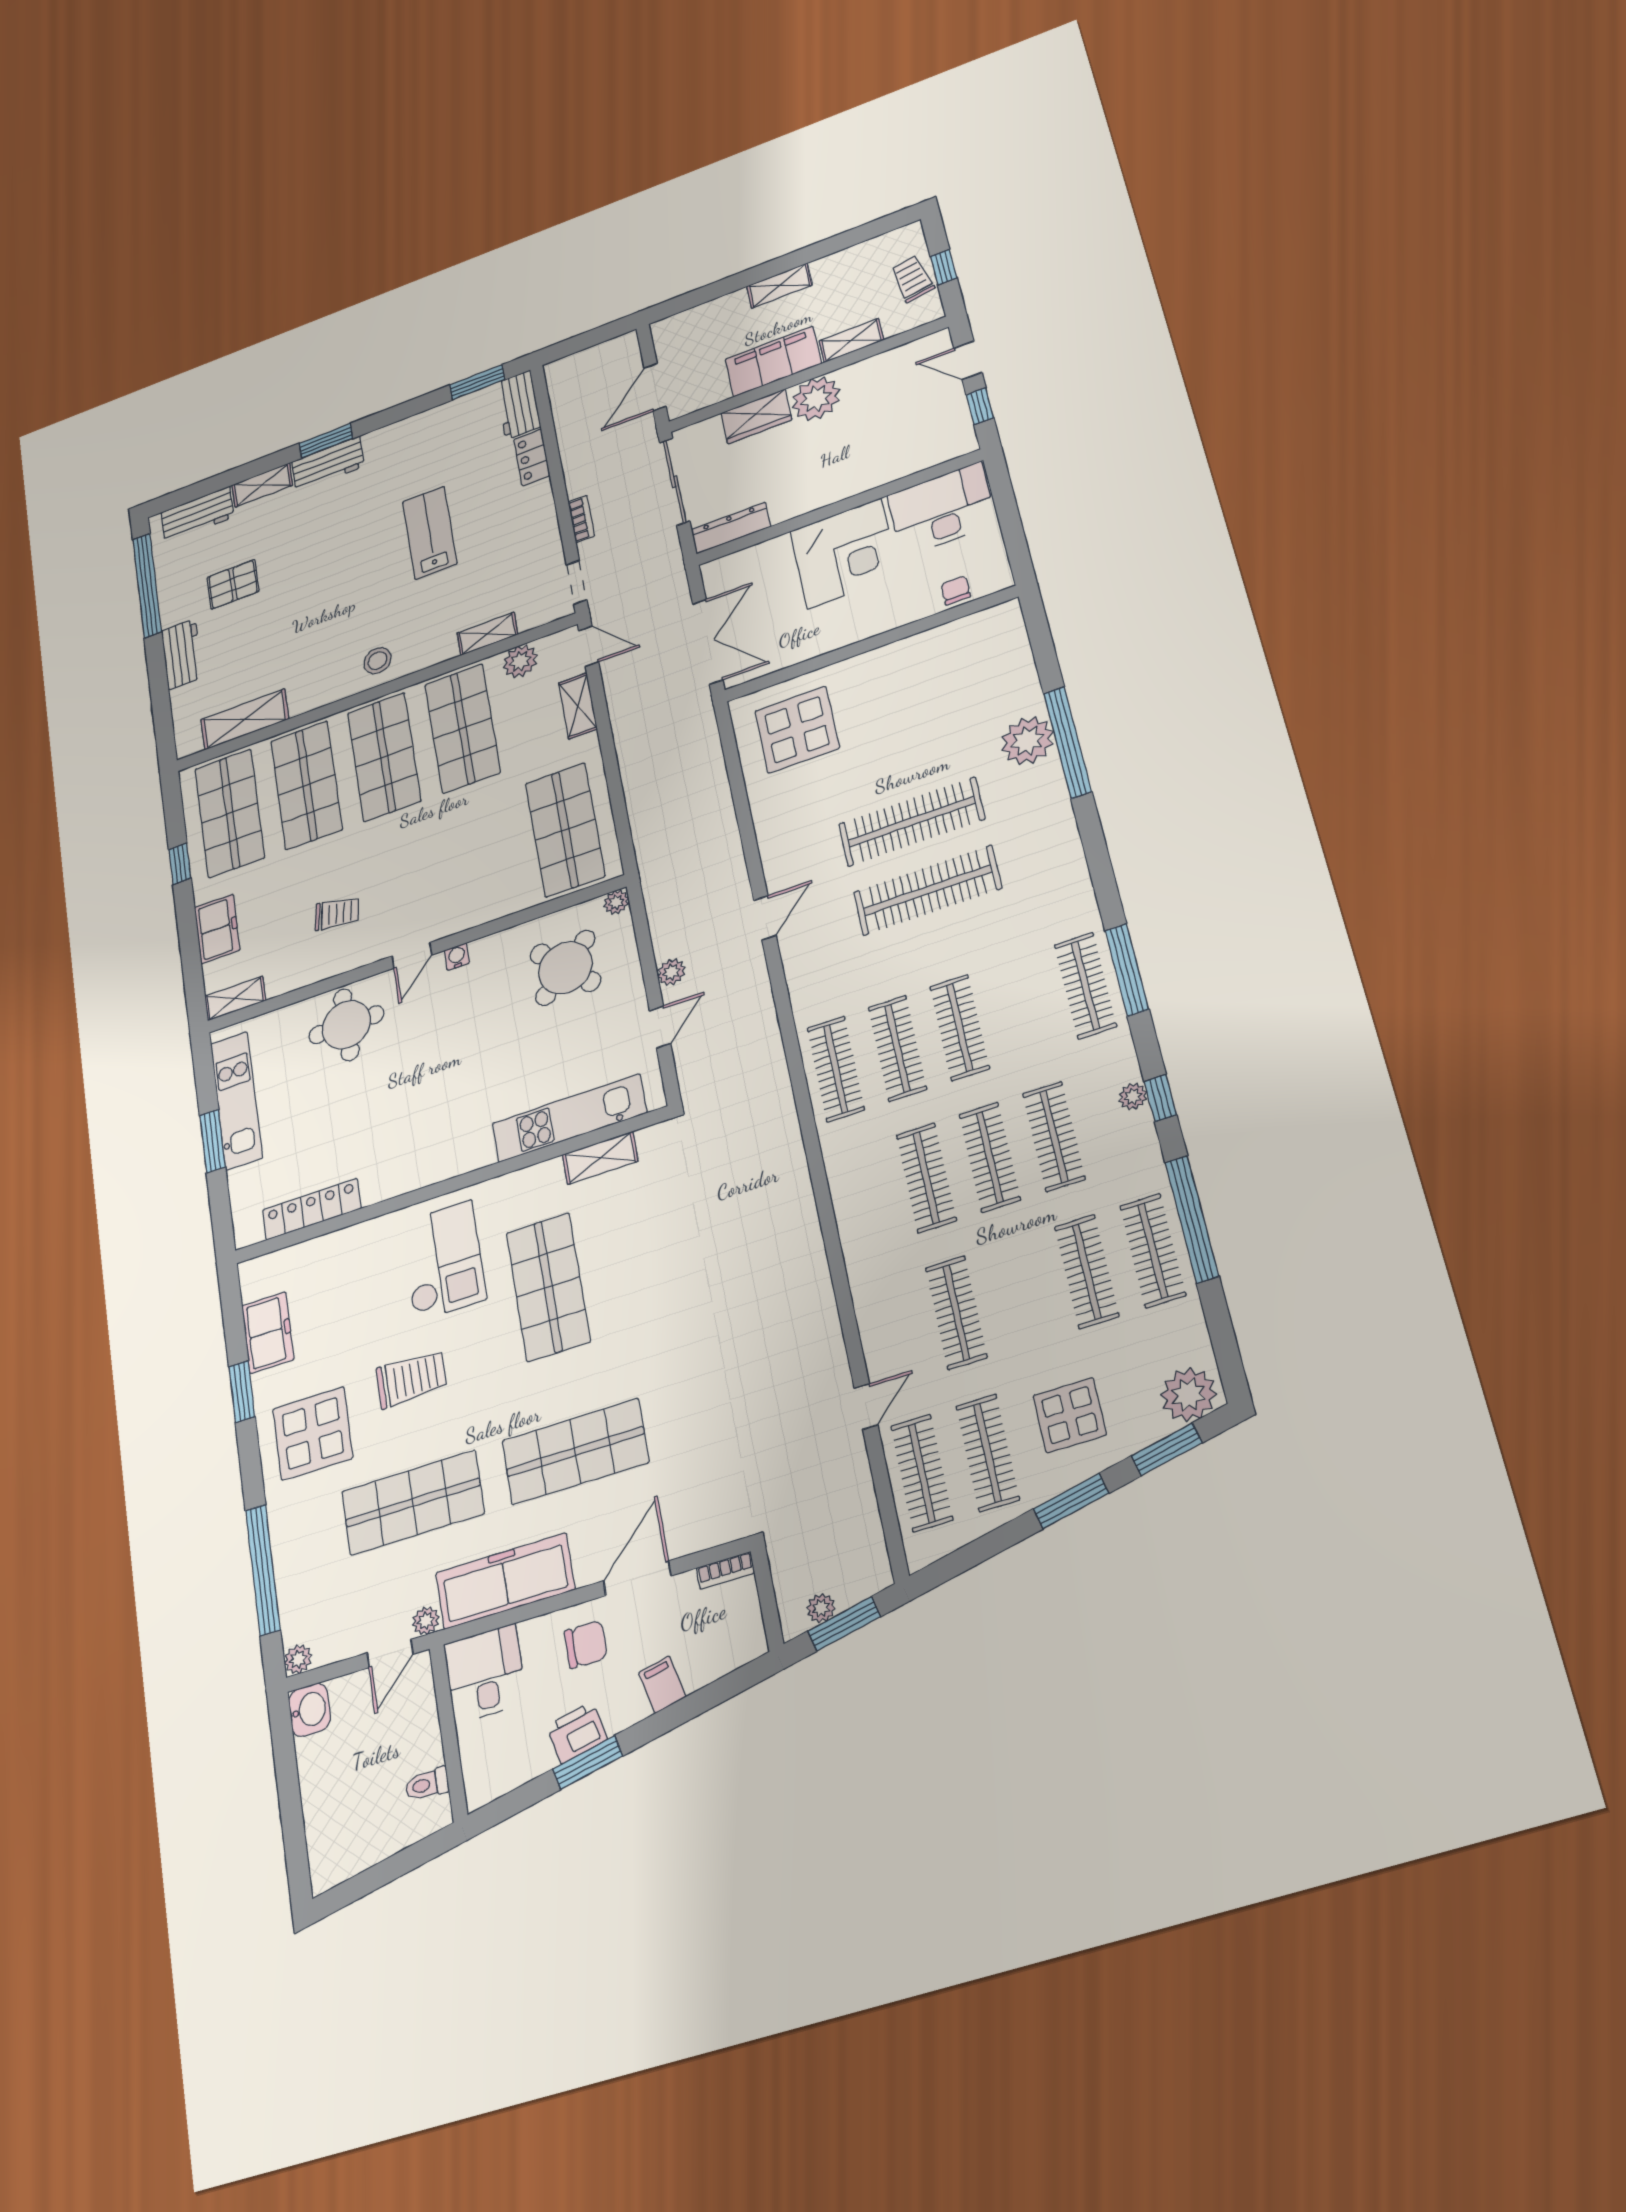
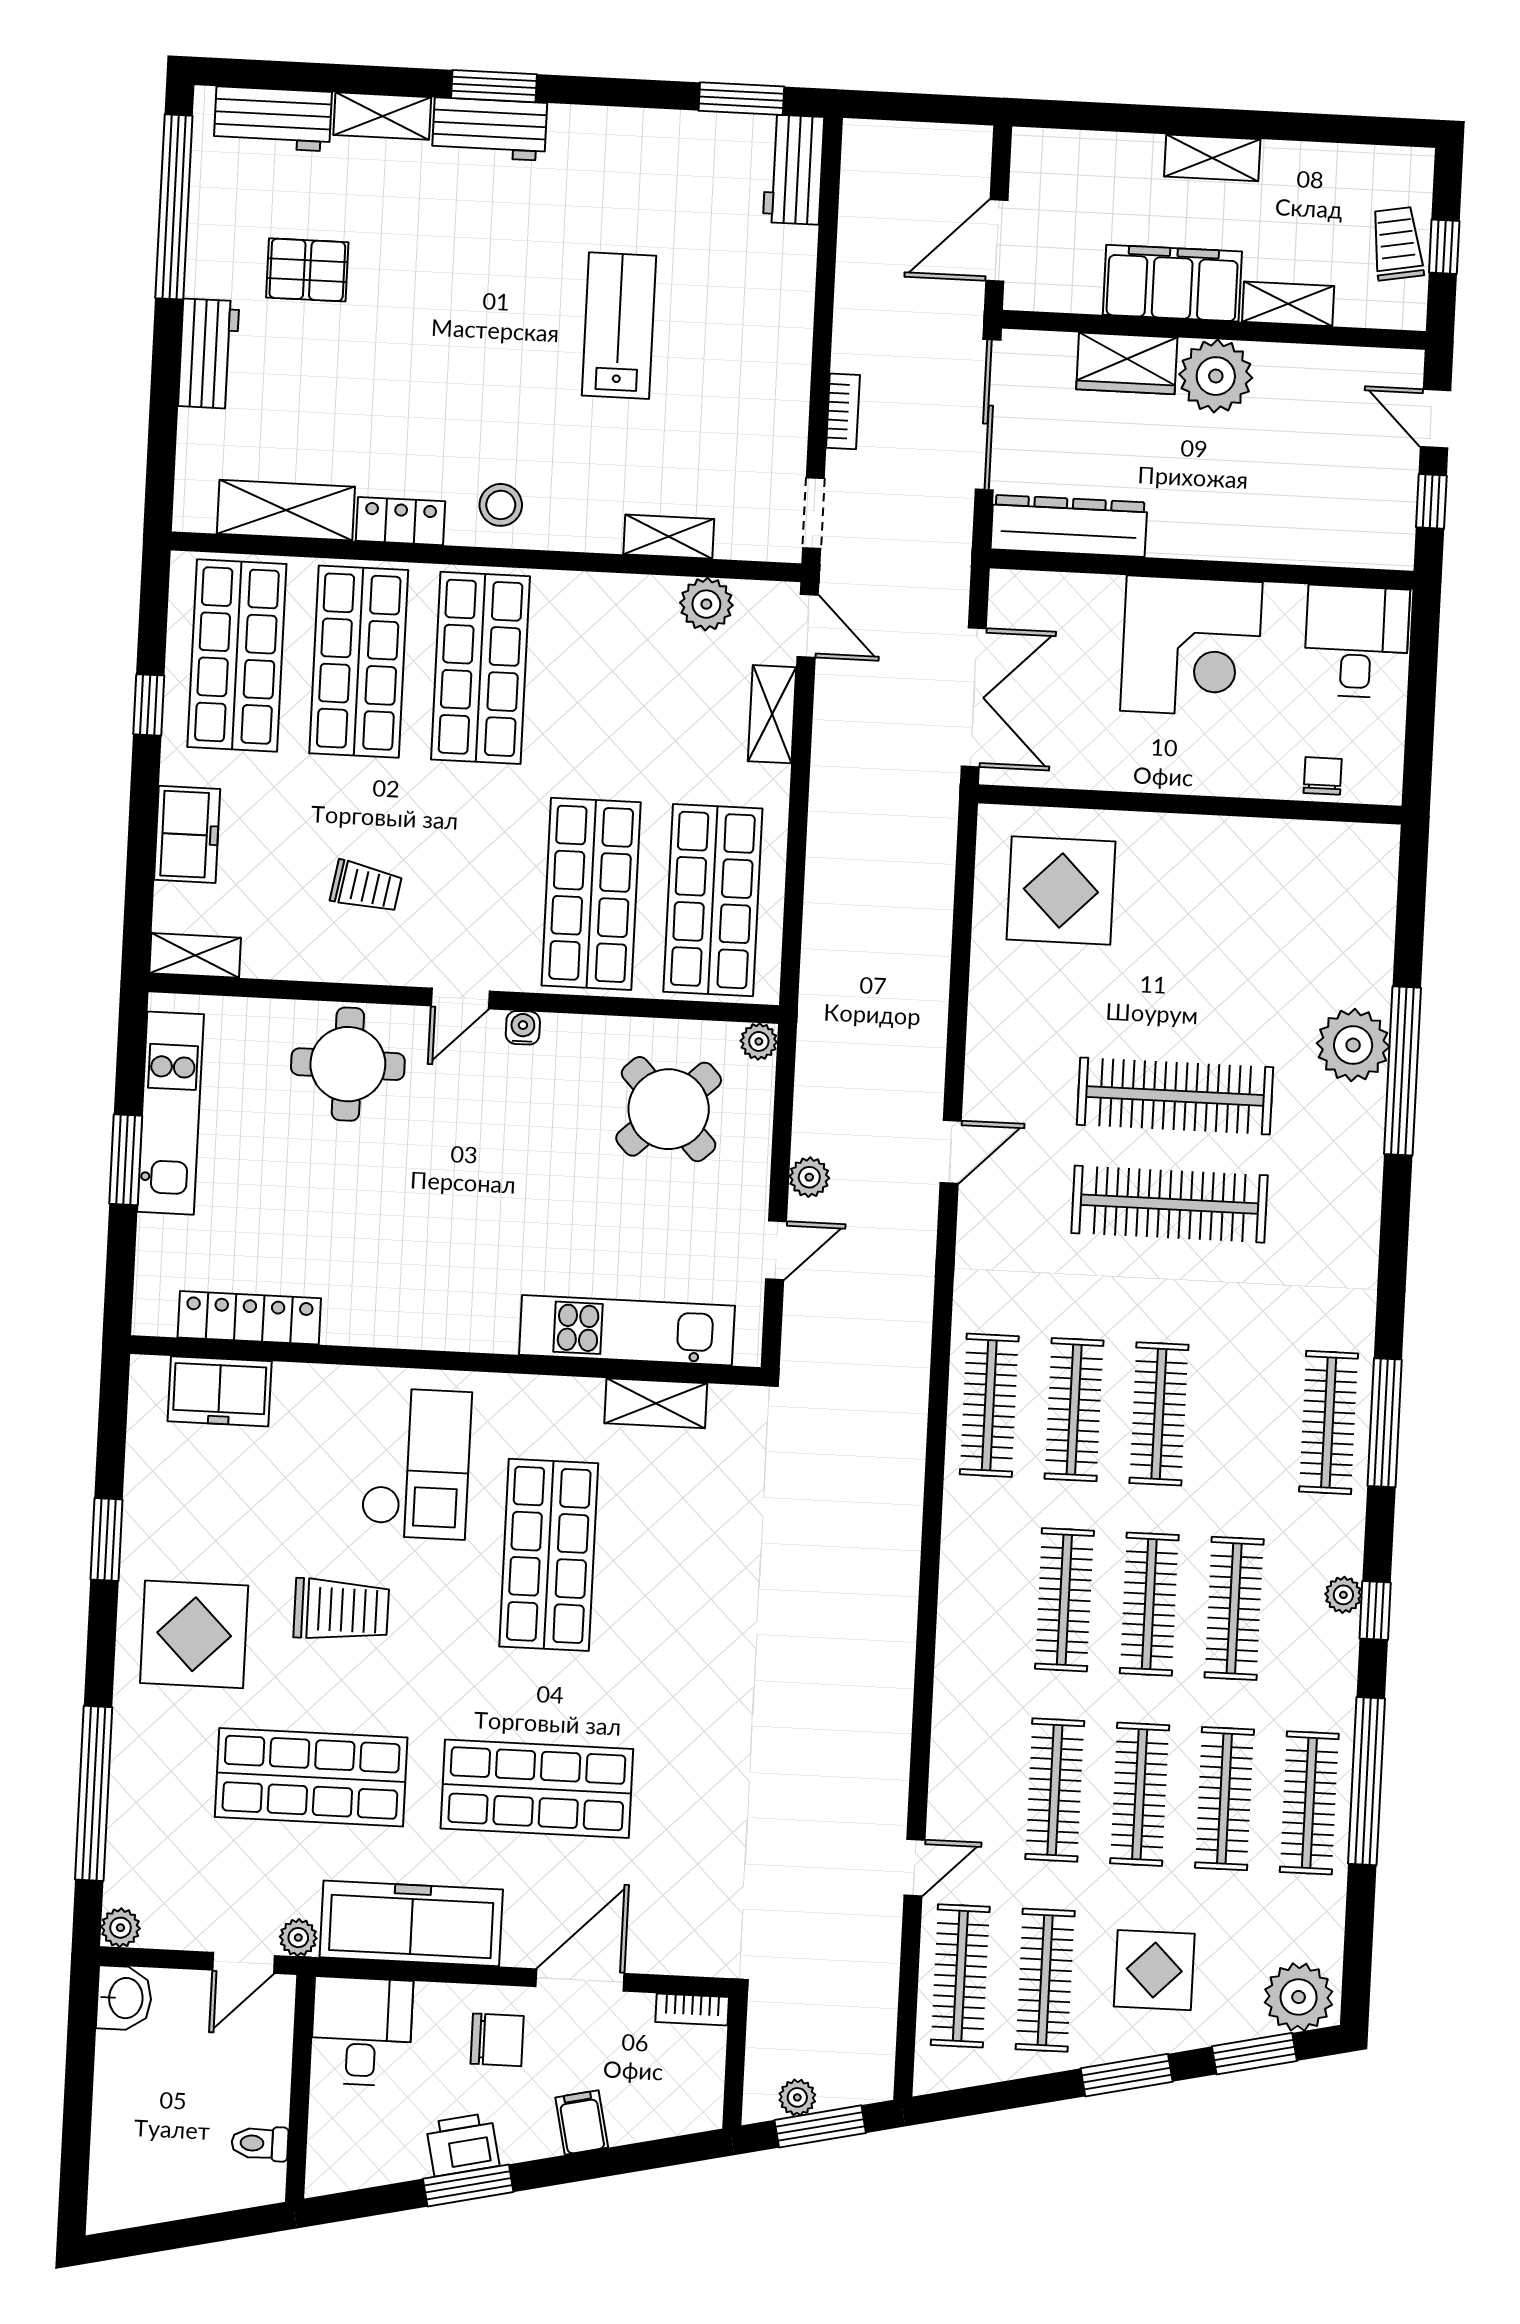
locker: (532, 457) -> (401, 521), moved, turned 90
desk: (942, 509) -> (1357, 642), width x0.73
dresser: (731, 528) -> (1069, 526), width x1.37, depth x1.24
shop shelf: (463, 728) -> (591, 894), moved
clothes rail: (1021, 1292) -> (1140, 1794), added
freezer: (268, 1333) -> (220, 1391), moved, turned 90

